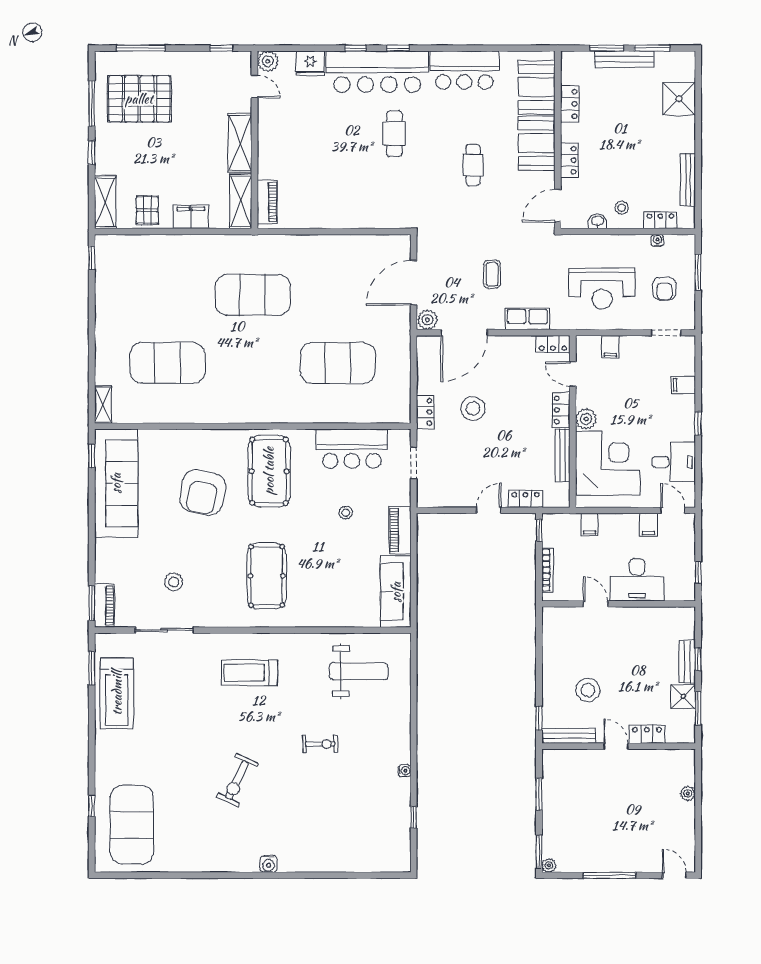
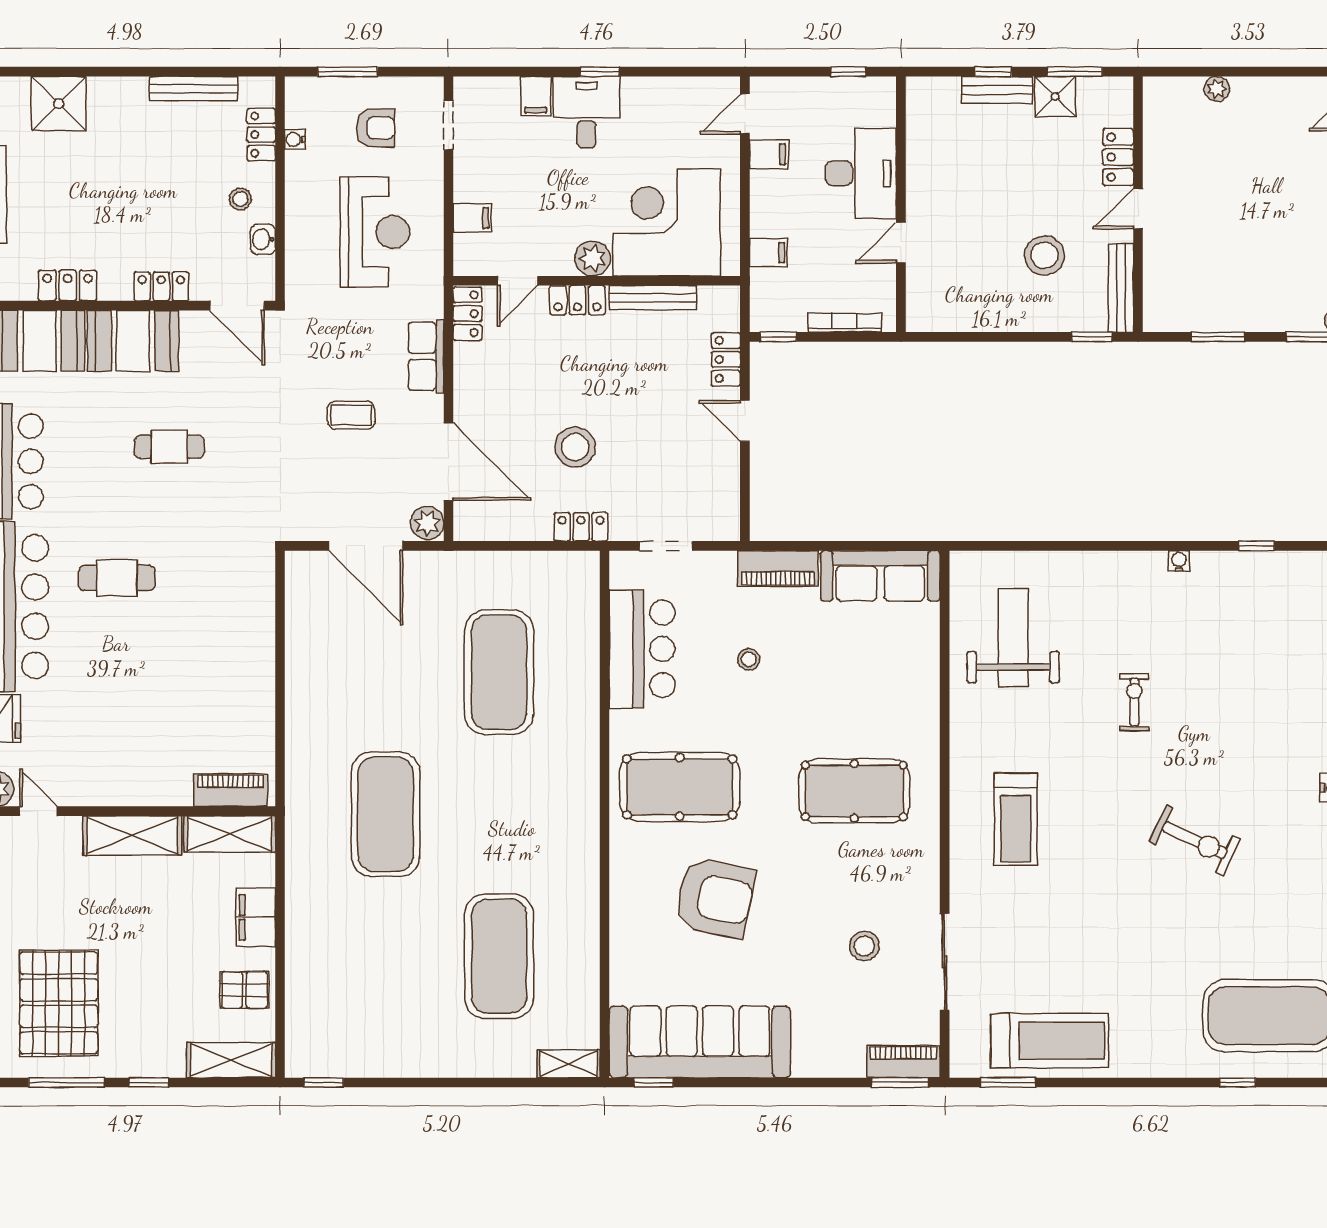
door: (255, 87) -> (38, 811), hinge flipped
desk: (674, 462) -> (586, 112), moved

